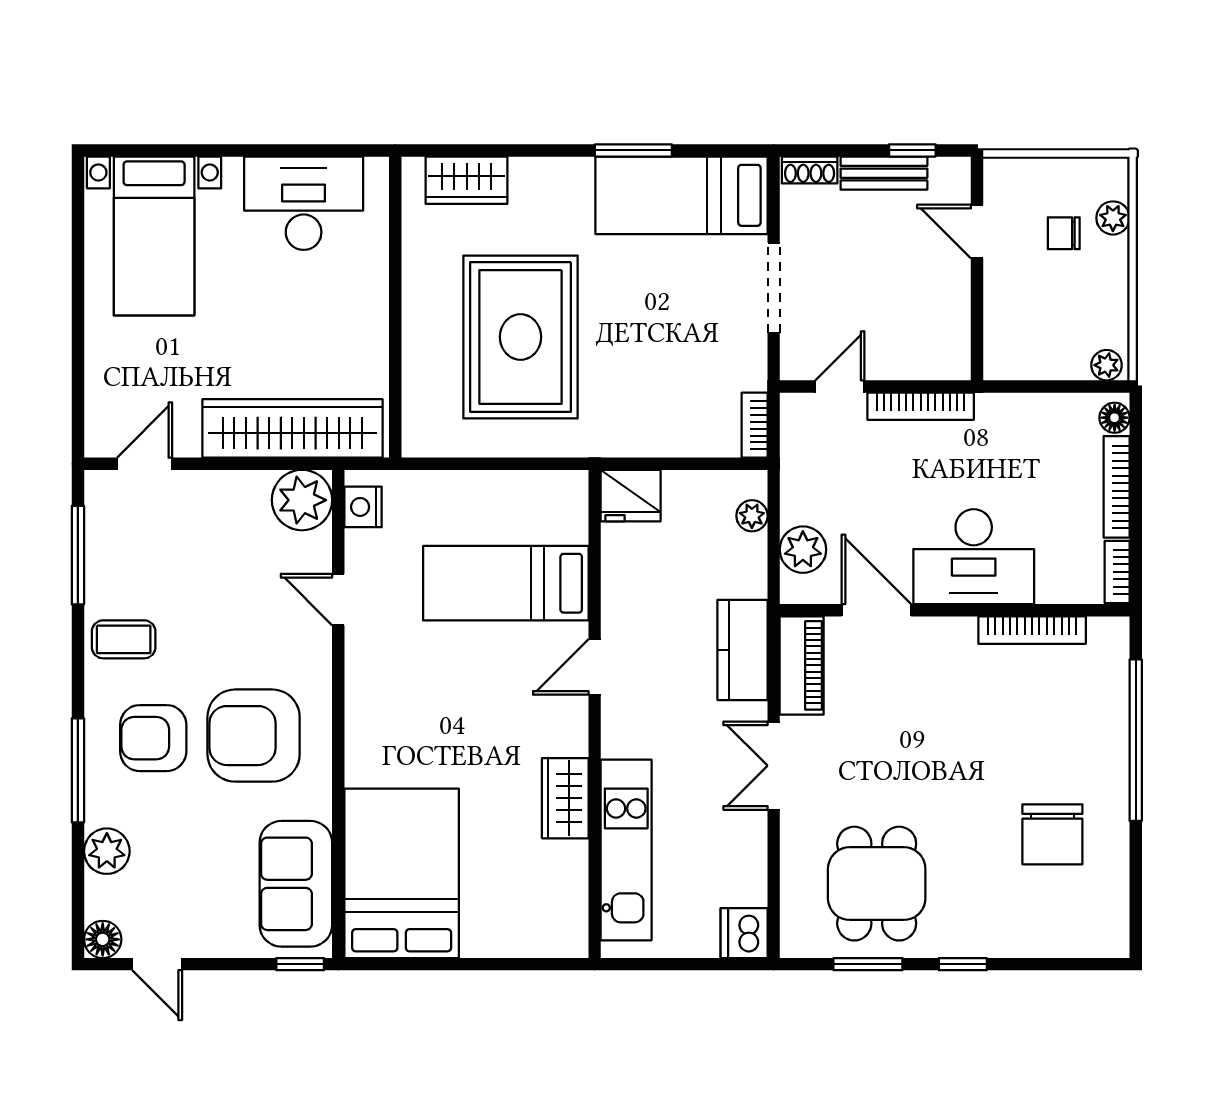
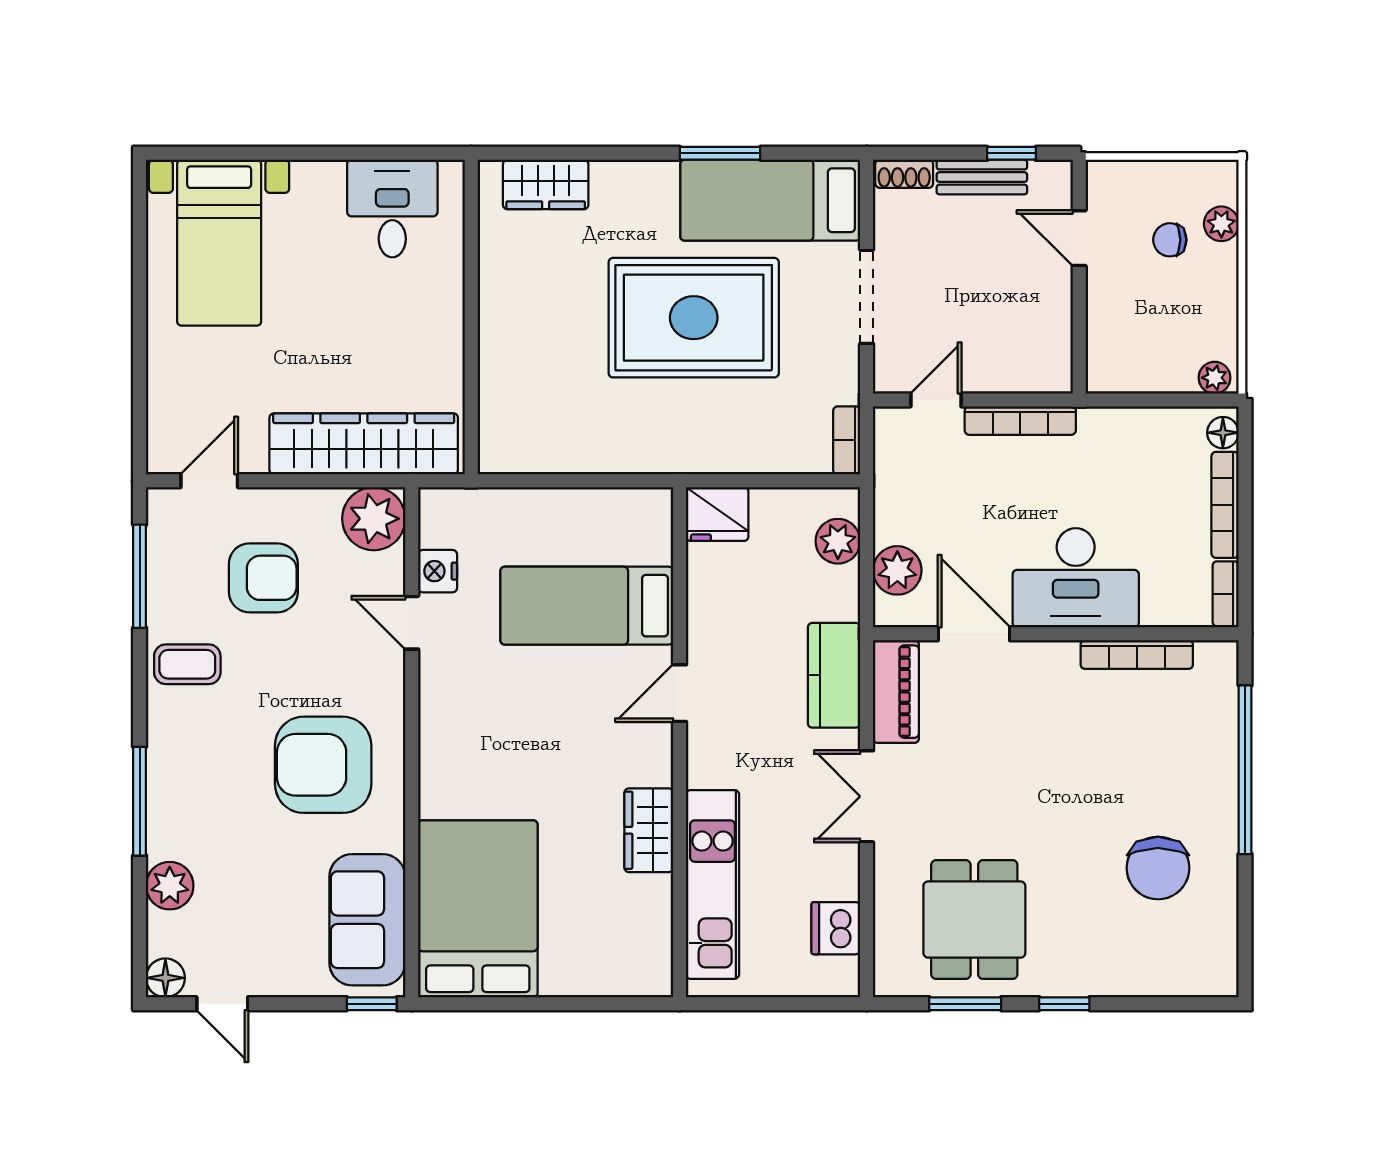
desk: (304, 203) -> (392, 209), width x0.73
rug: (521, 337) -> (694, 318), moved, turned 90
nightstand: (363, 507) -> (438, 571), moved
plant: (752, 516) -> (838, 541), width x1.38, depth x1.38
armchair: (153, 738) -> (263, 578), moved, turned 180
dishwasher: (744, 933) -> (836, 928), moved

